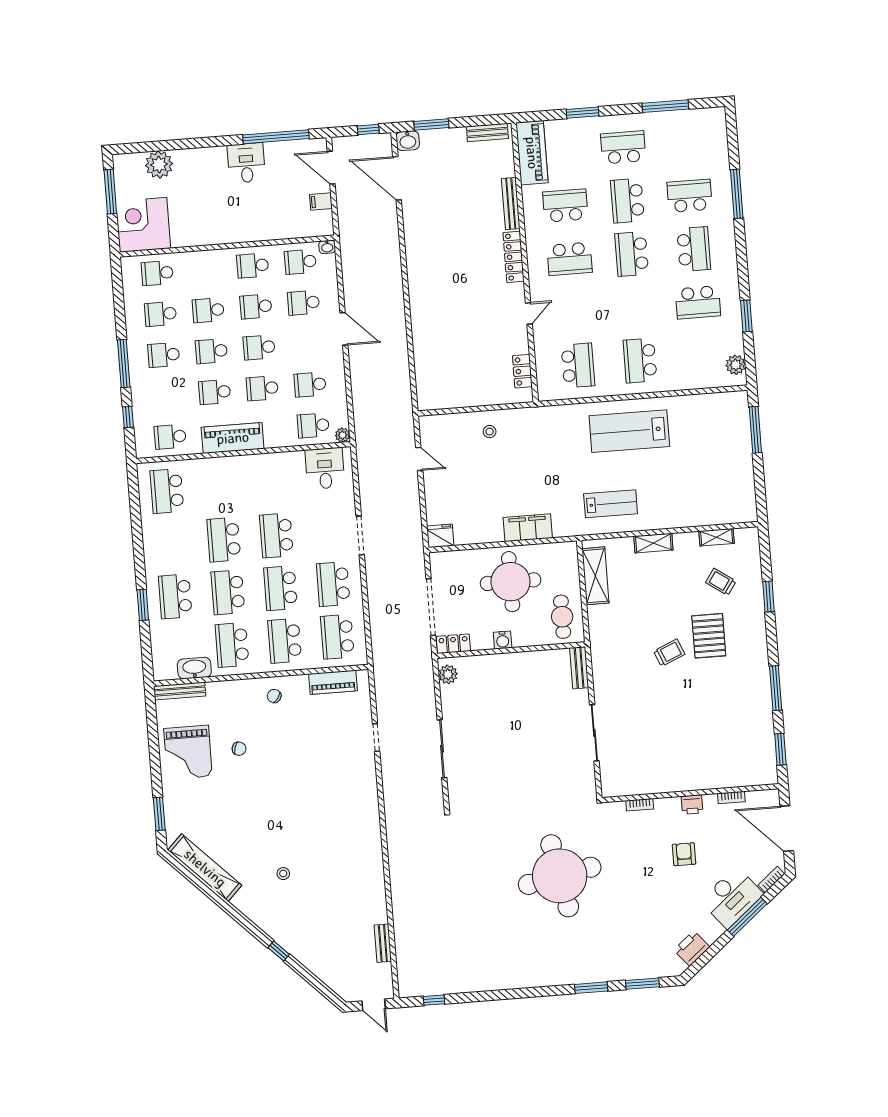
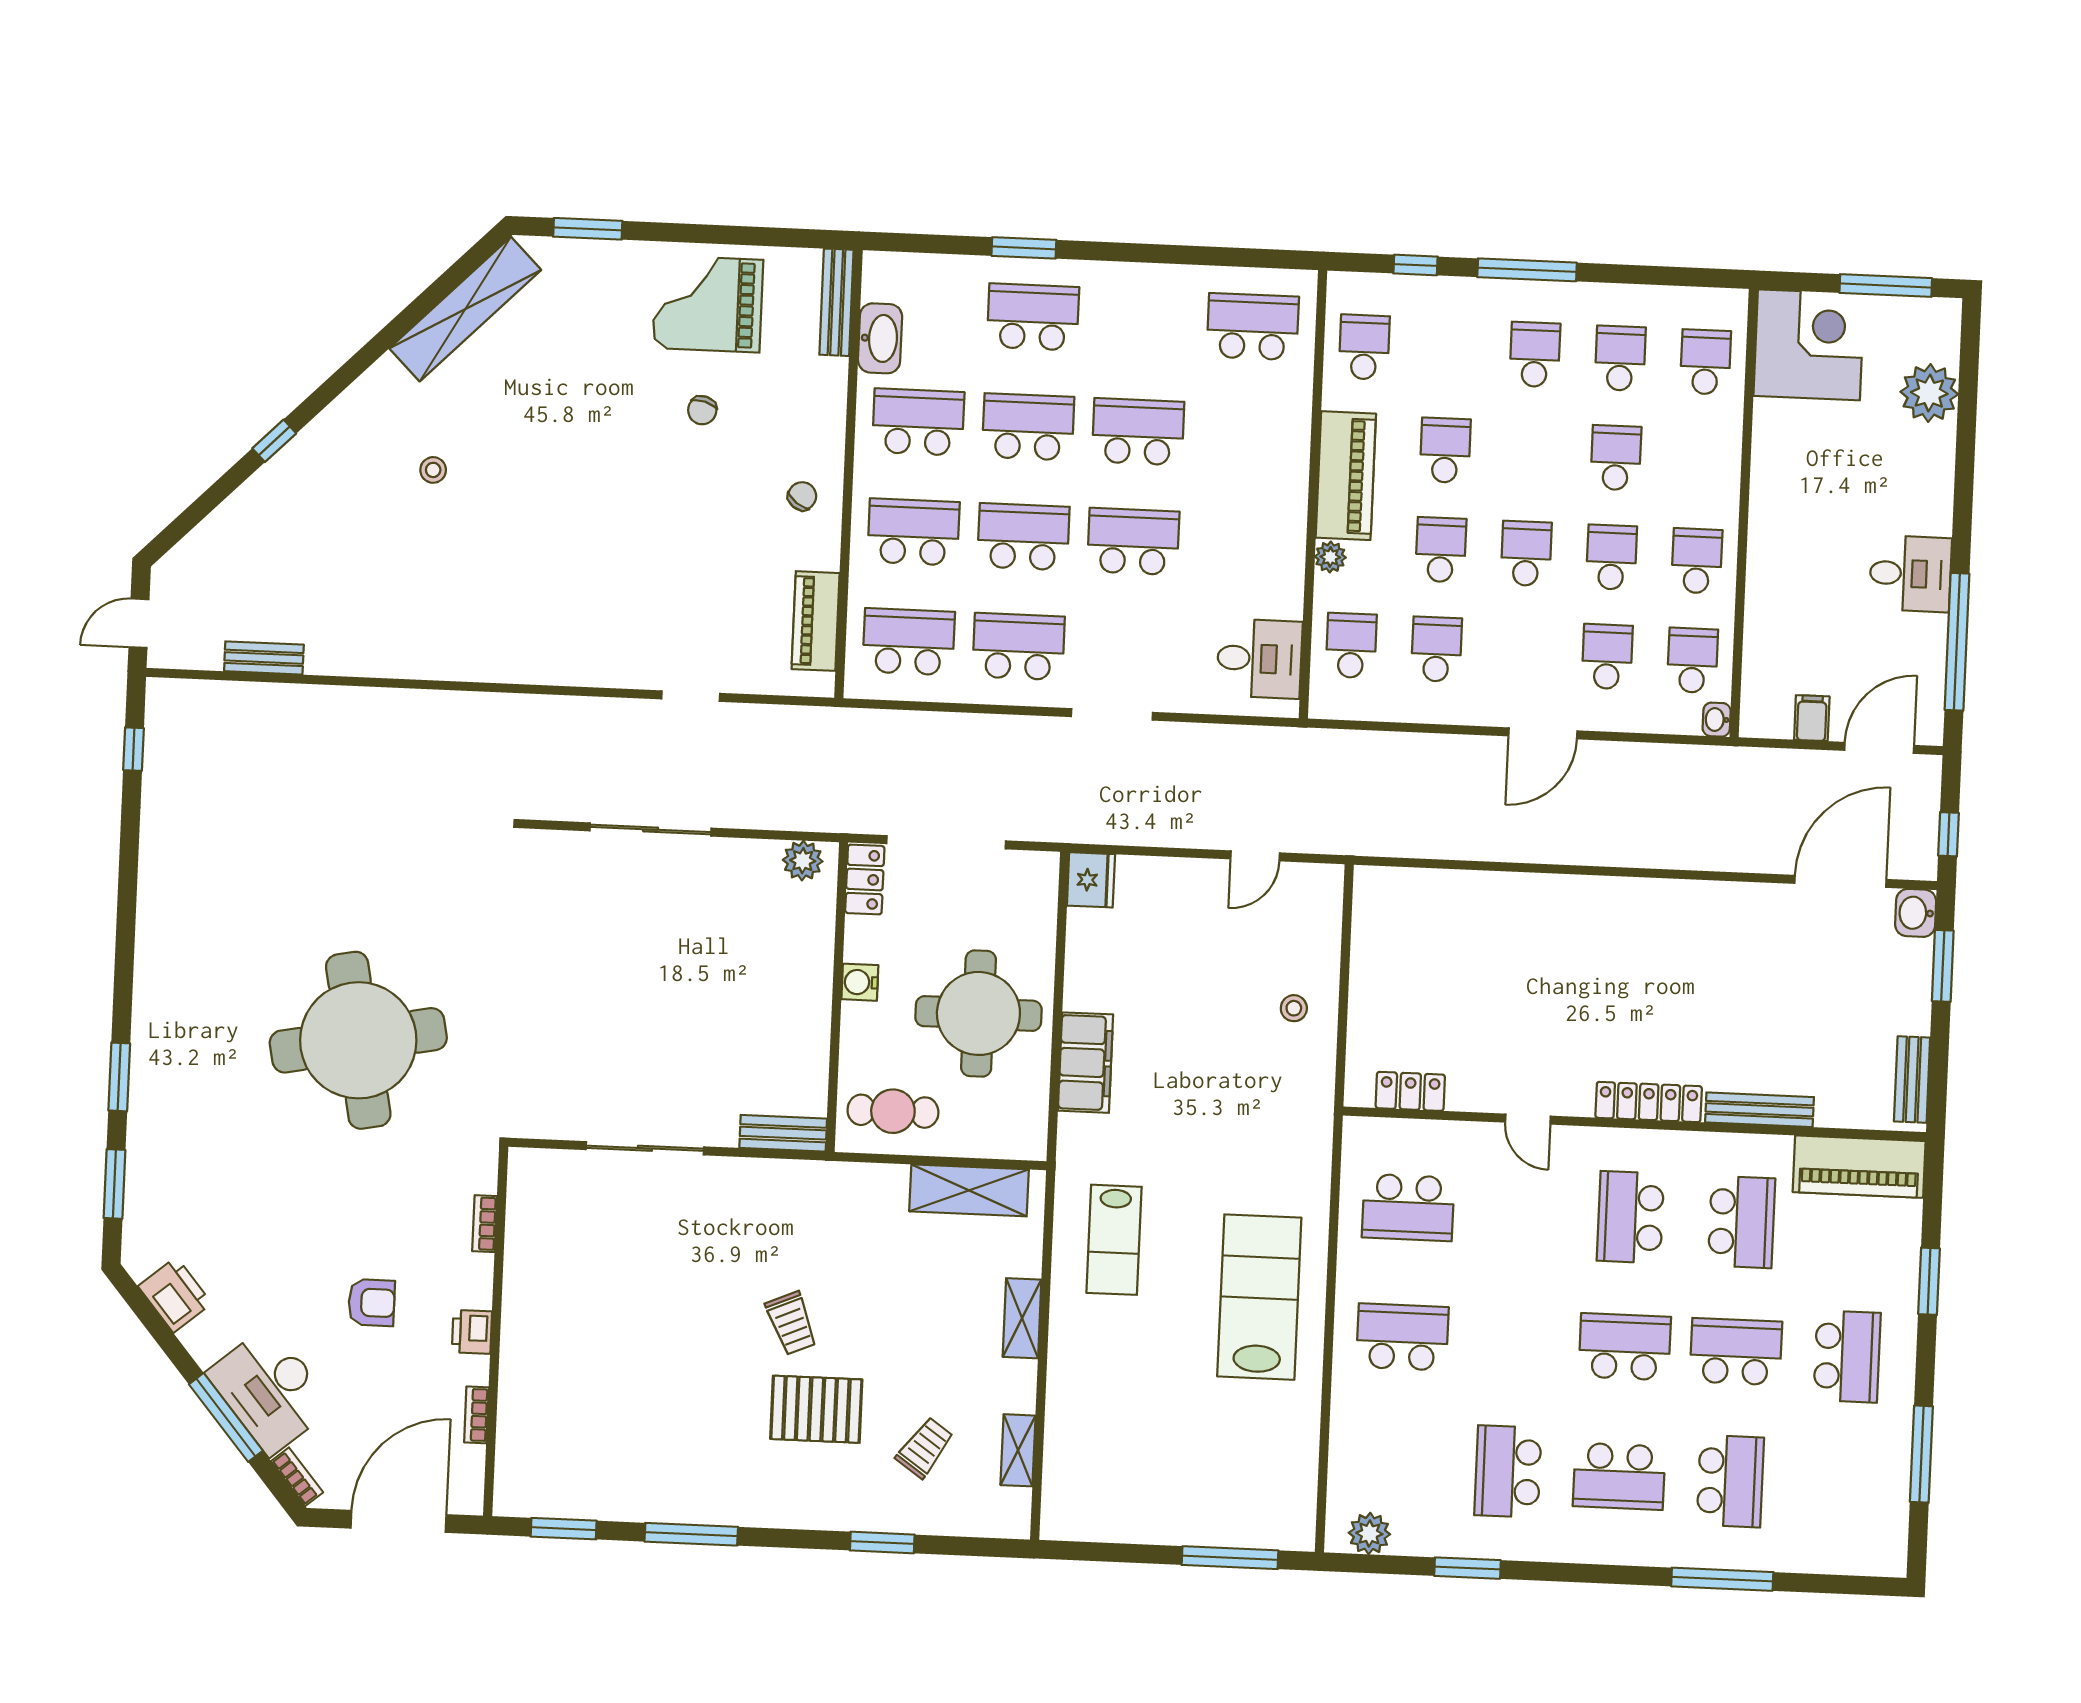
school desk: (211, 351) -> (1530, 454), removed
plant: (343, 435) -> (1330, 557), moved

